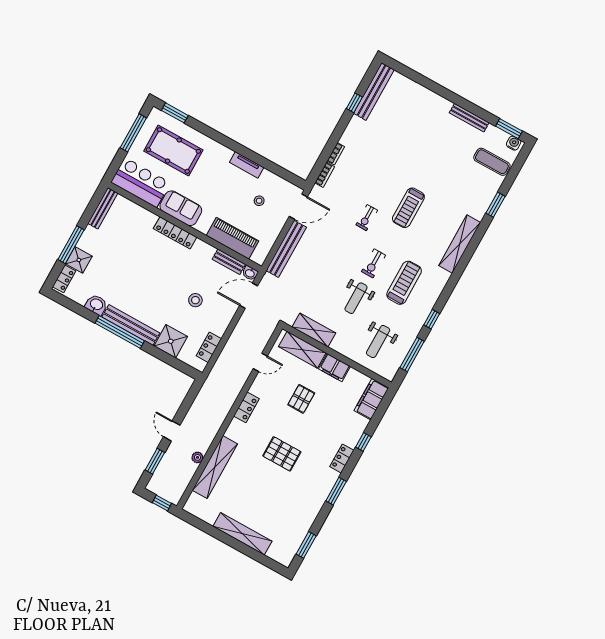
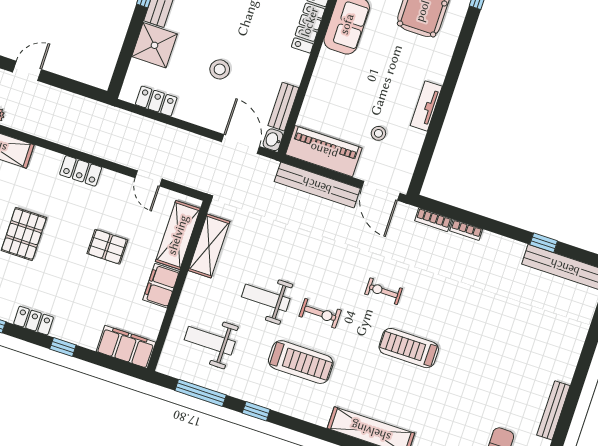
piano: (233, 238) -> (324, 151), moved, turned -90
exercise bike: (374, 263) -> (320, 313), turned 180

